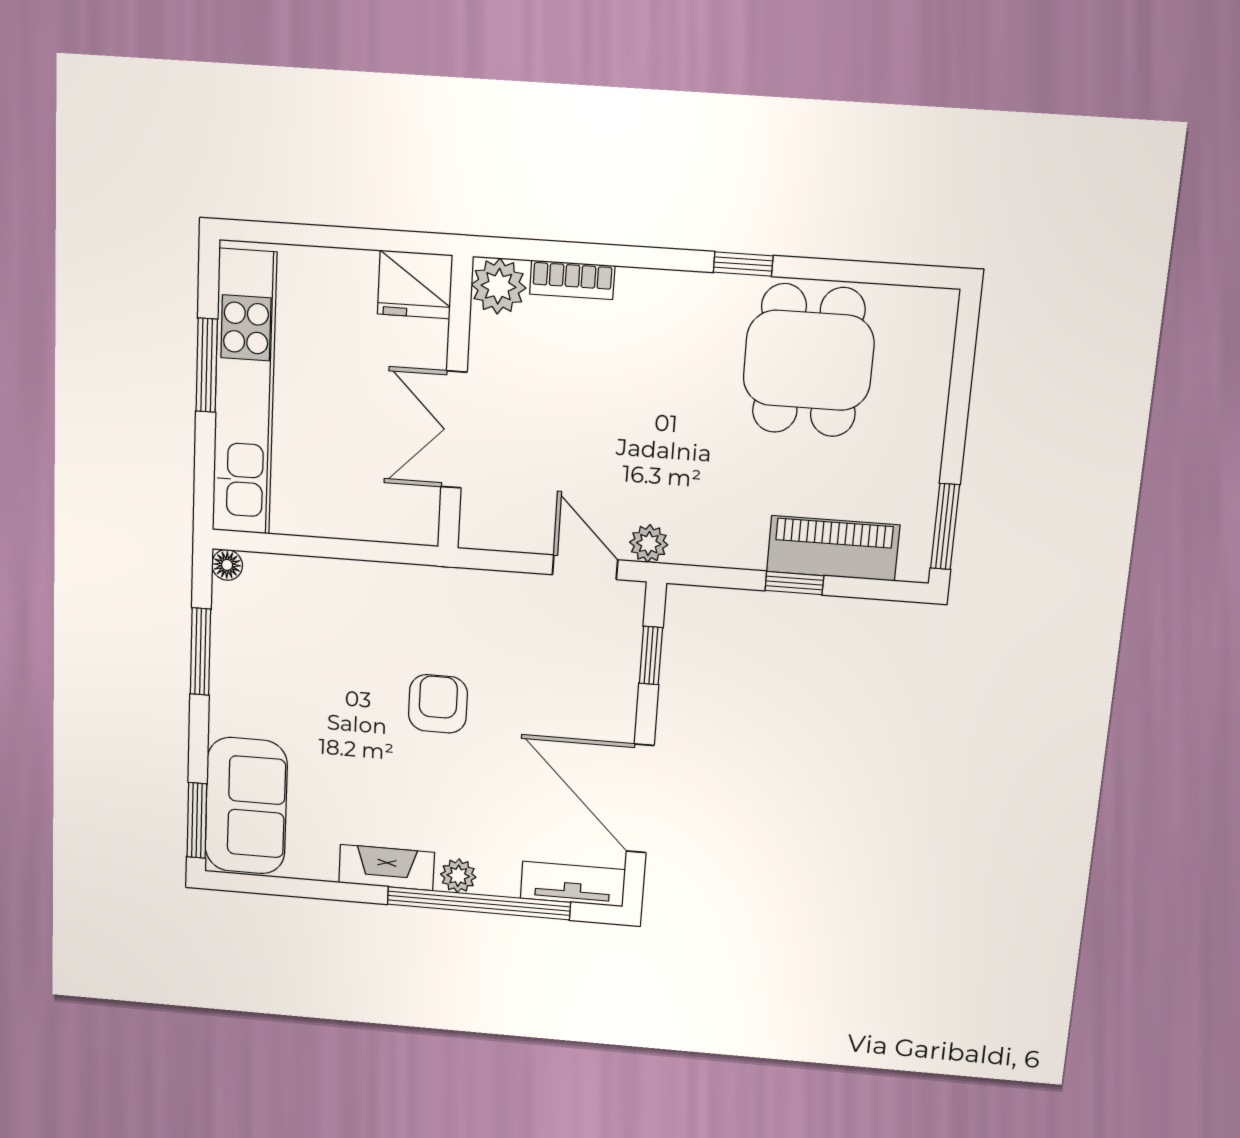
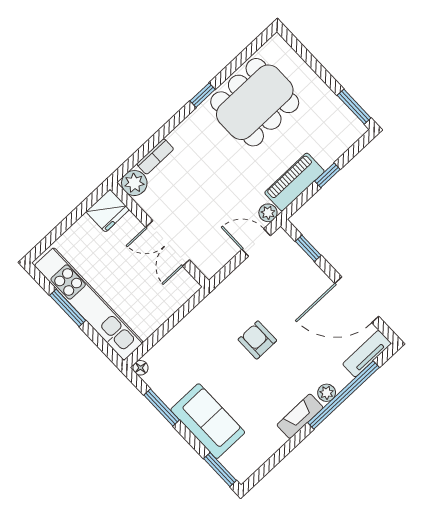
dining table: (809, 360) -> (255, 102), width x1.38
piano: (833, 548) -> (294, 182), moved
sofa: (246, 806) -> (208, 421), moved

